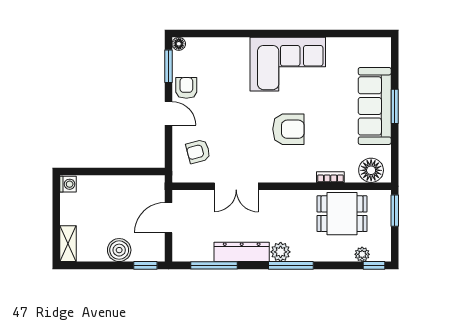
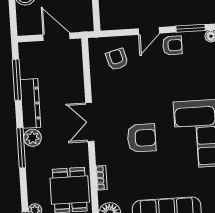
armchair: (288, 129) -> (142, 138), turned -90
double door: (236, 186) -> (90, 122), moved
window: (145, 265) -> (13, 19), removed

